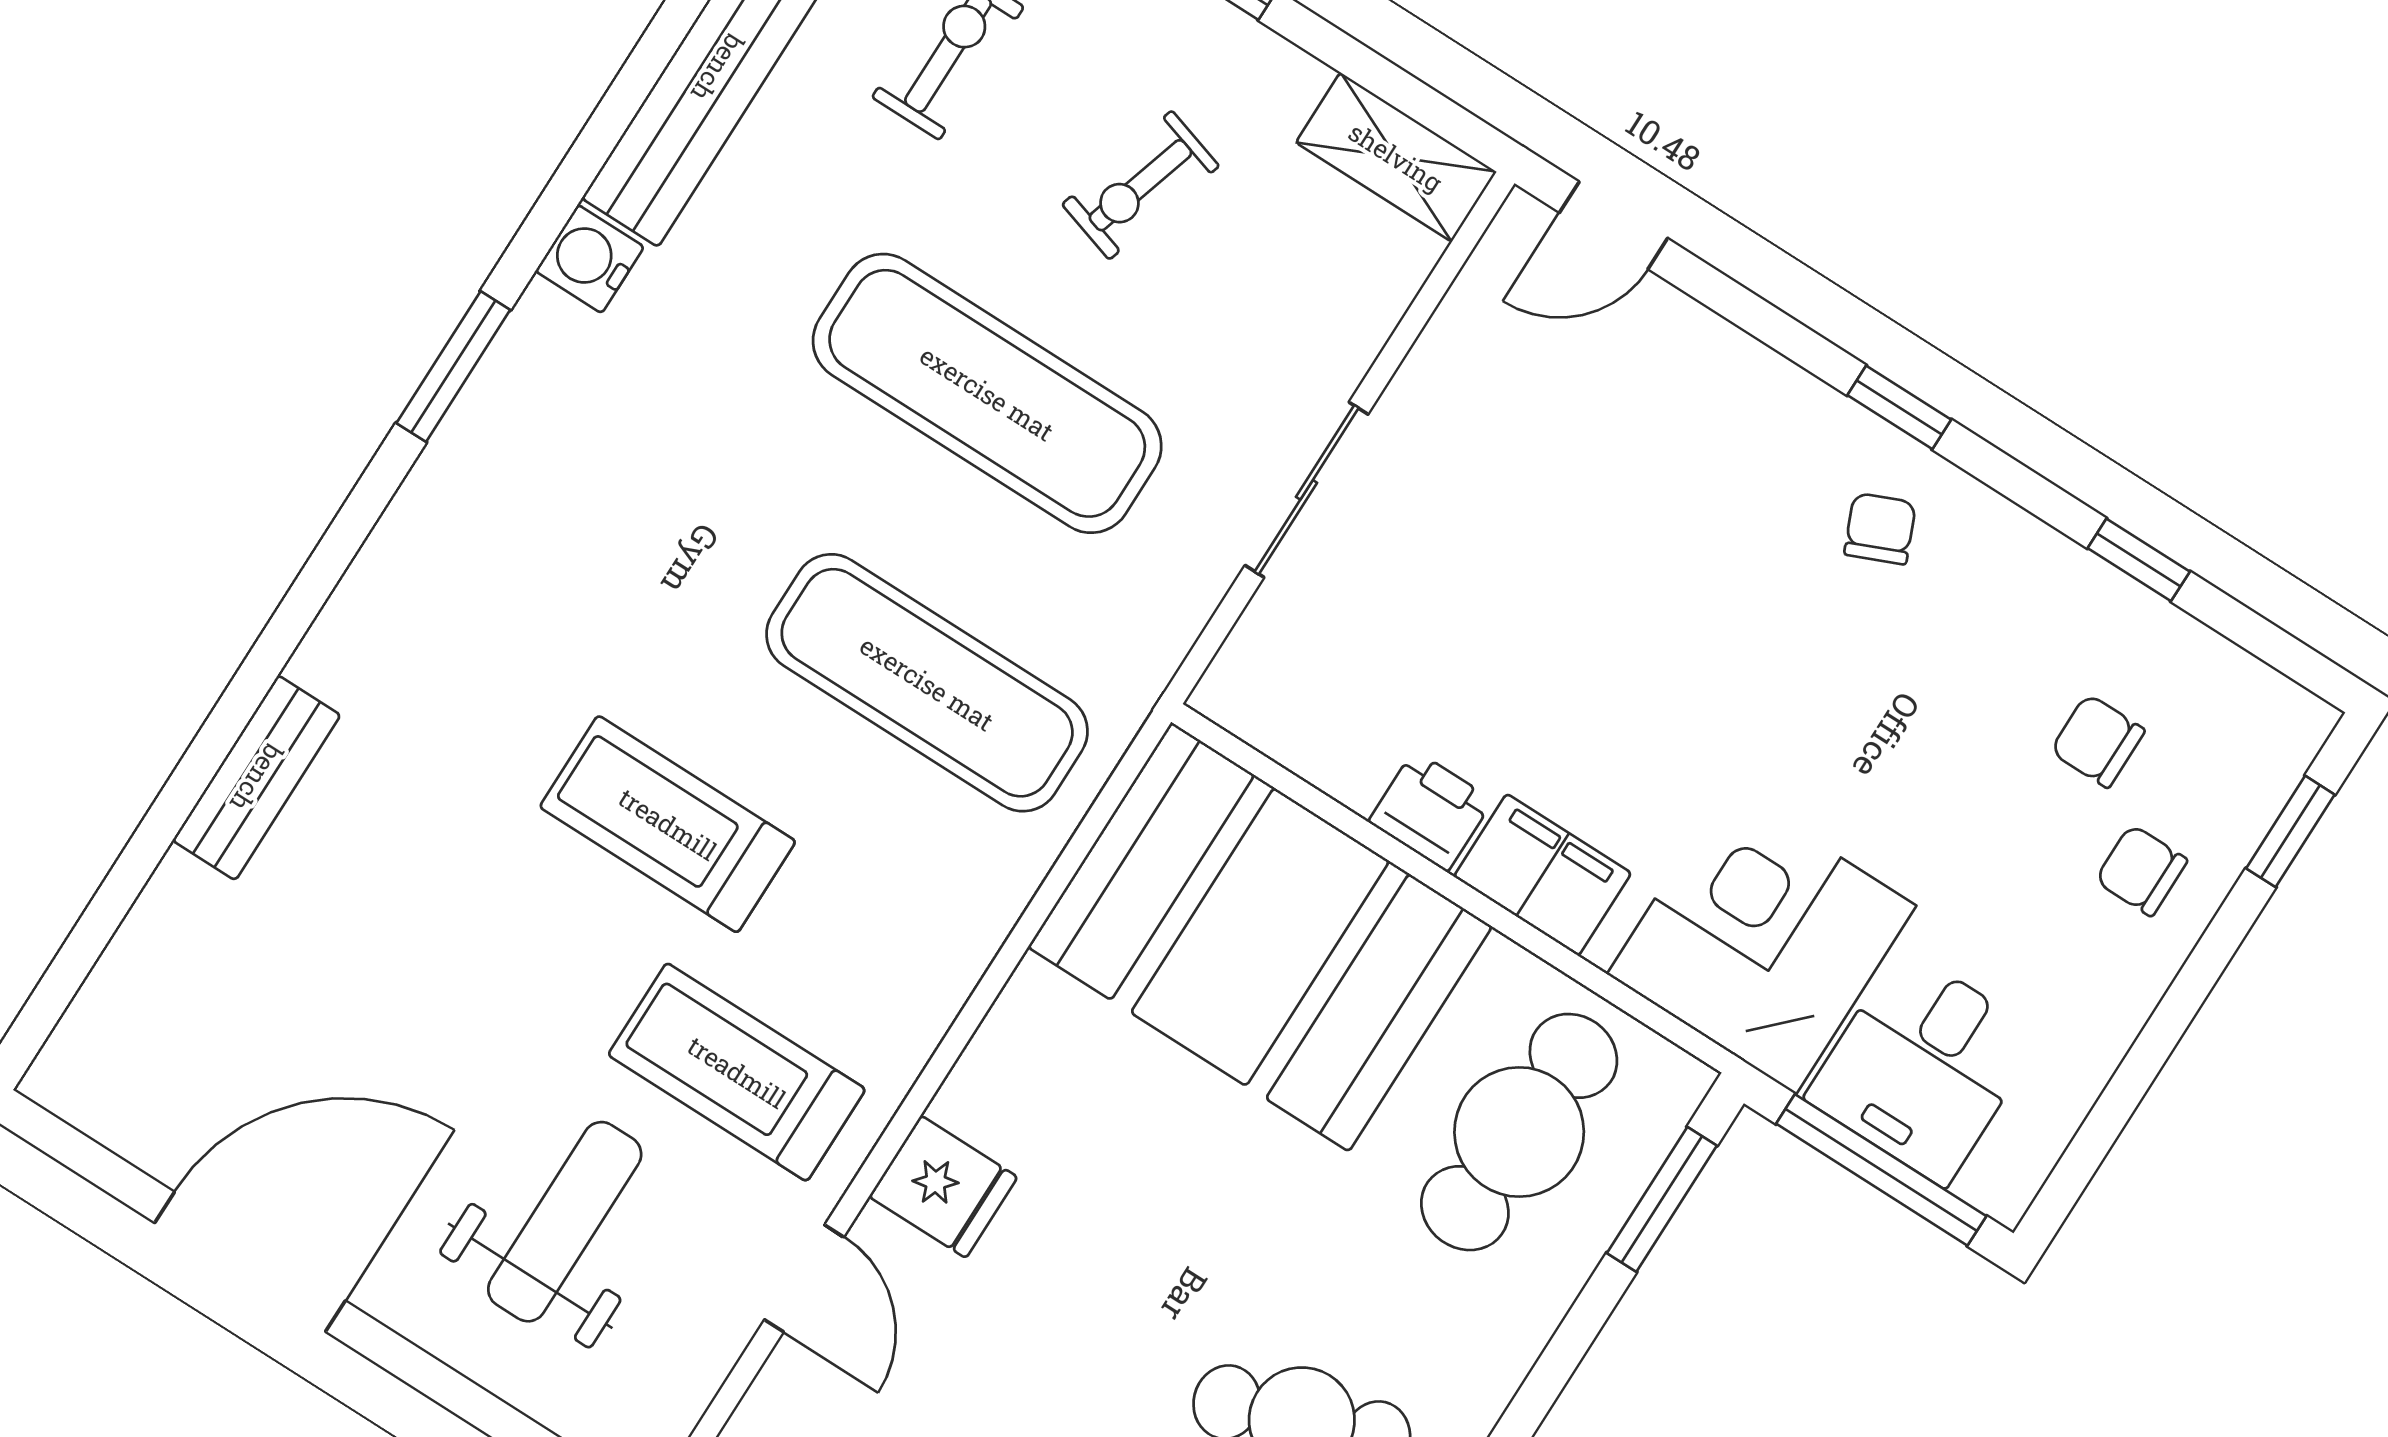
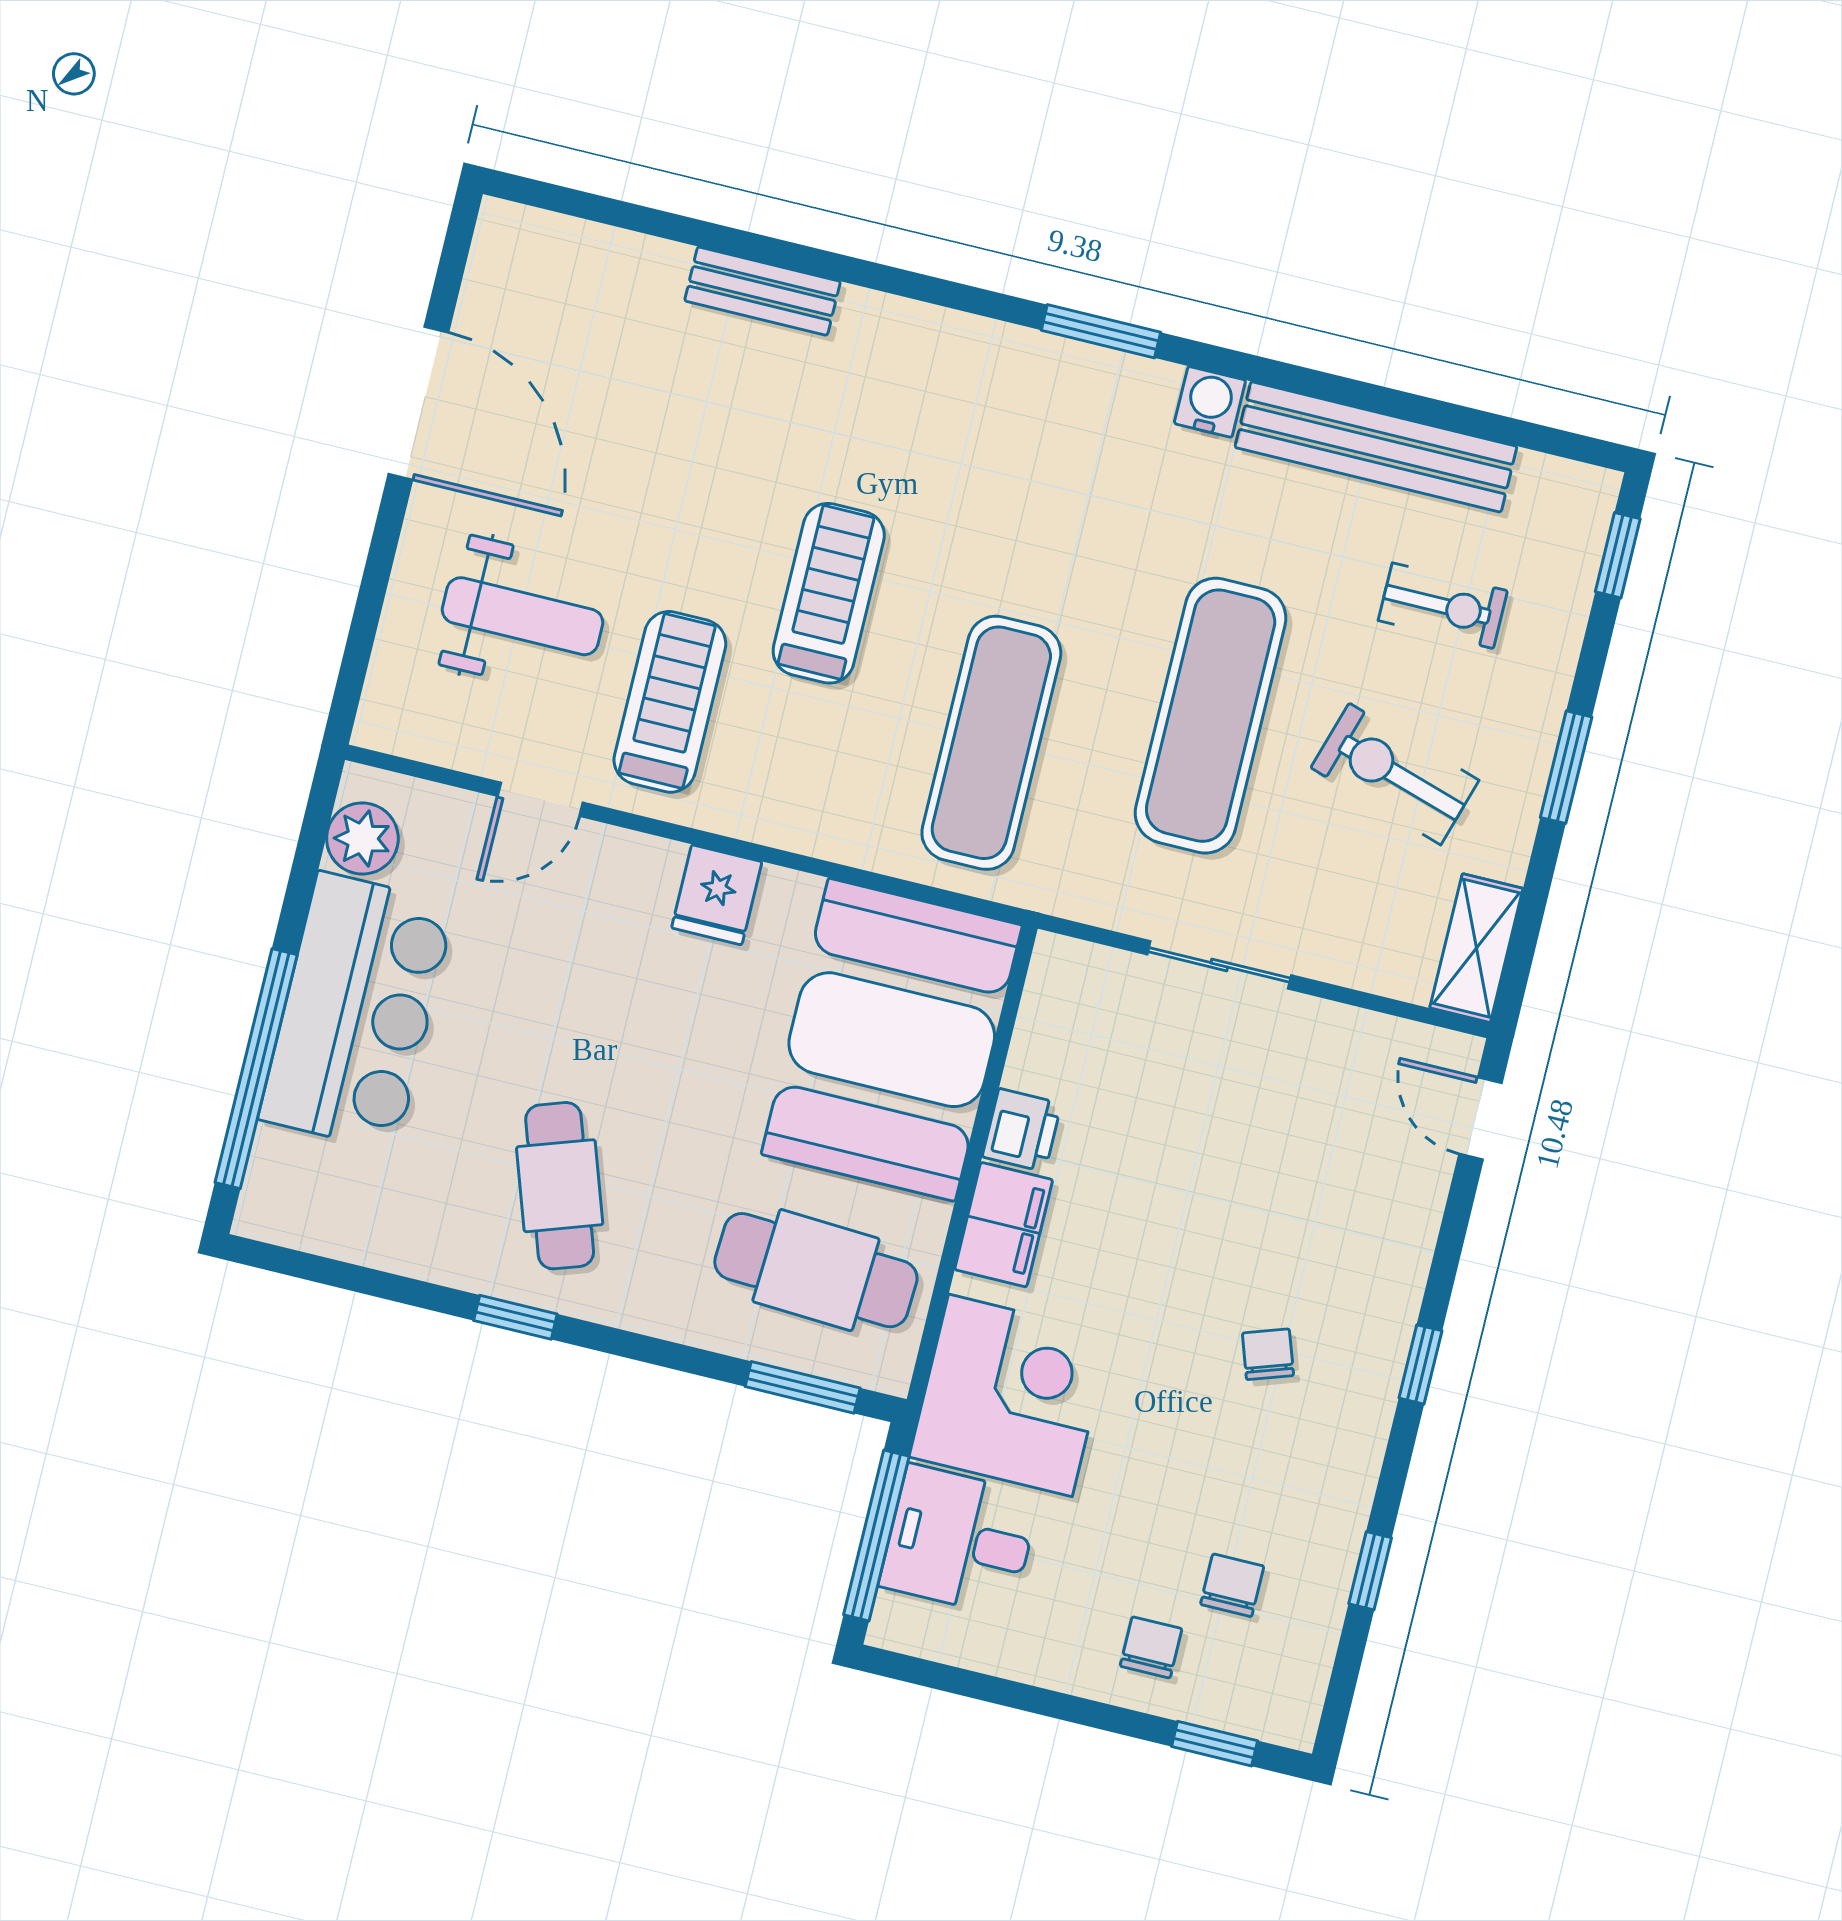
exercise bike: (1140, 185) -> (1395, 774), width x1.38, depth x1.39
chair: (1880, 529) -> (1268, 1354), moved, turned -86
fridge: (943, 1187) -> (717, 895), moved

